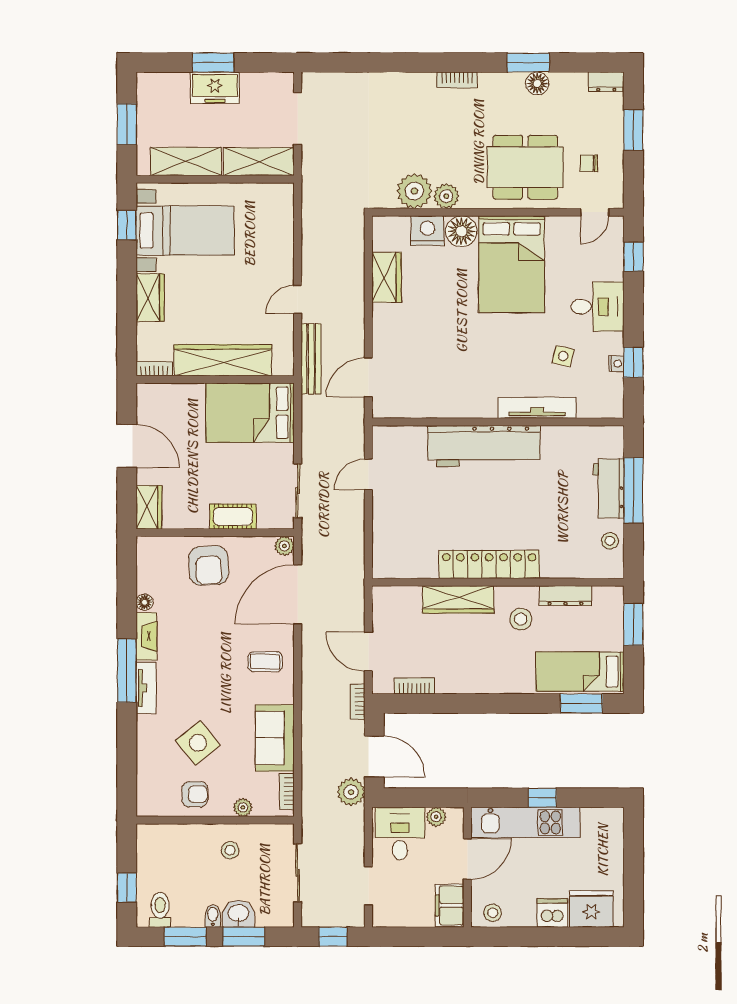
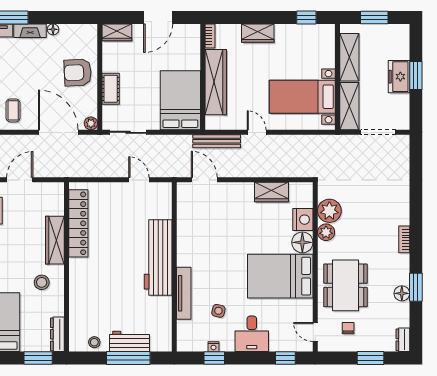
bed with nightstands: (185, 231) -> (302, 97), moved, turned 90
locker: (489, 564) -> (78, 223), moved
dresser: (565, 596) -> (57, 334), moved

